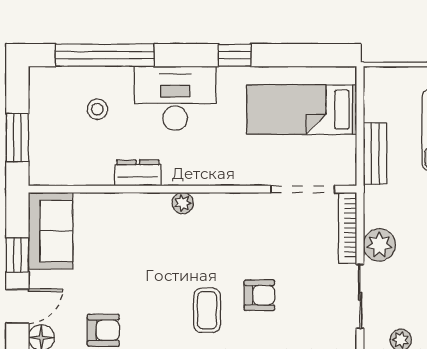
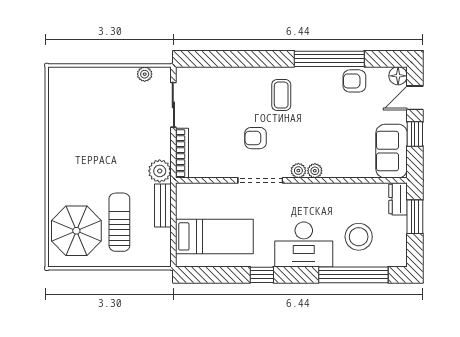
stool: (97, 109) -> (359, 237), width x1.89, depth x1.89
dresser: (138, 173) -> (398, 199), moved, turned 90
doorway: (303, 189) -> (260, 180), moved
plant: (159, 203) -> (315, 171), added
plant: (379, 245) -> (160, 171), moved
armchair: (259, 295) -> (256, 138), moved

